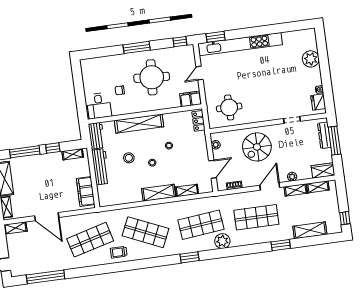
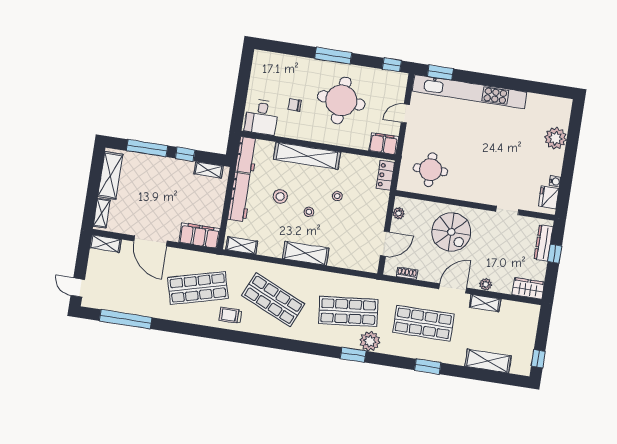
window: (334, 141) -> (555, 254), width x0.46
spiral stairs: (257, 147) -> (451, 232), turned -90
shelving: (318, 187) -> (515, 308), removed
shelving: (187, 190) -> (242, 245), moved
filing cabinet: (86, 192) -> (200, 236), moved, turned 90
window: (281, 245) -> (428, 366), moved
window: (190, 257) -> (353, 355), moved

